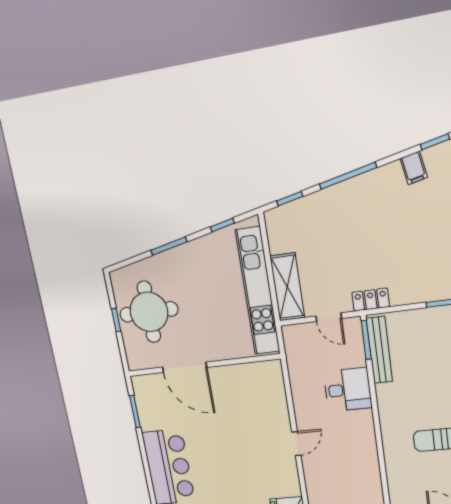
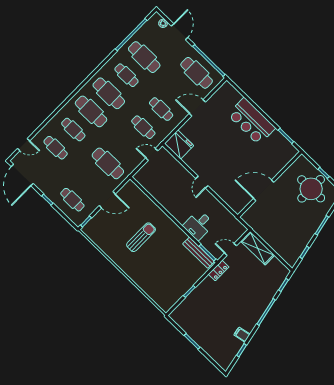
kitchen unit: (258, 291) -> (269, 236), removed
door: (185, 367) -> (264, 190), moved

